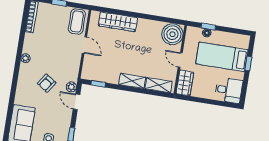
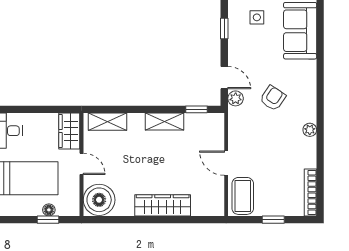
wardrobe: (118, 22) -> (163, 205), moved
shelving: (132, 81) -> (165, 122), moved

